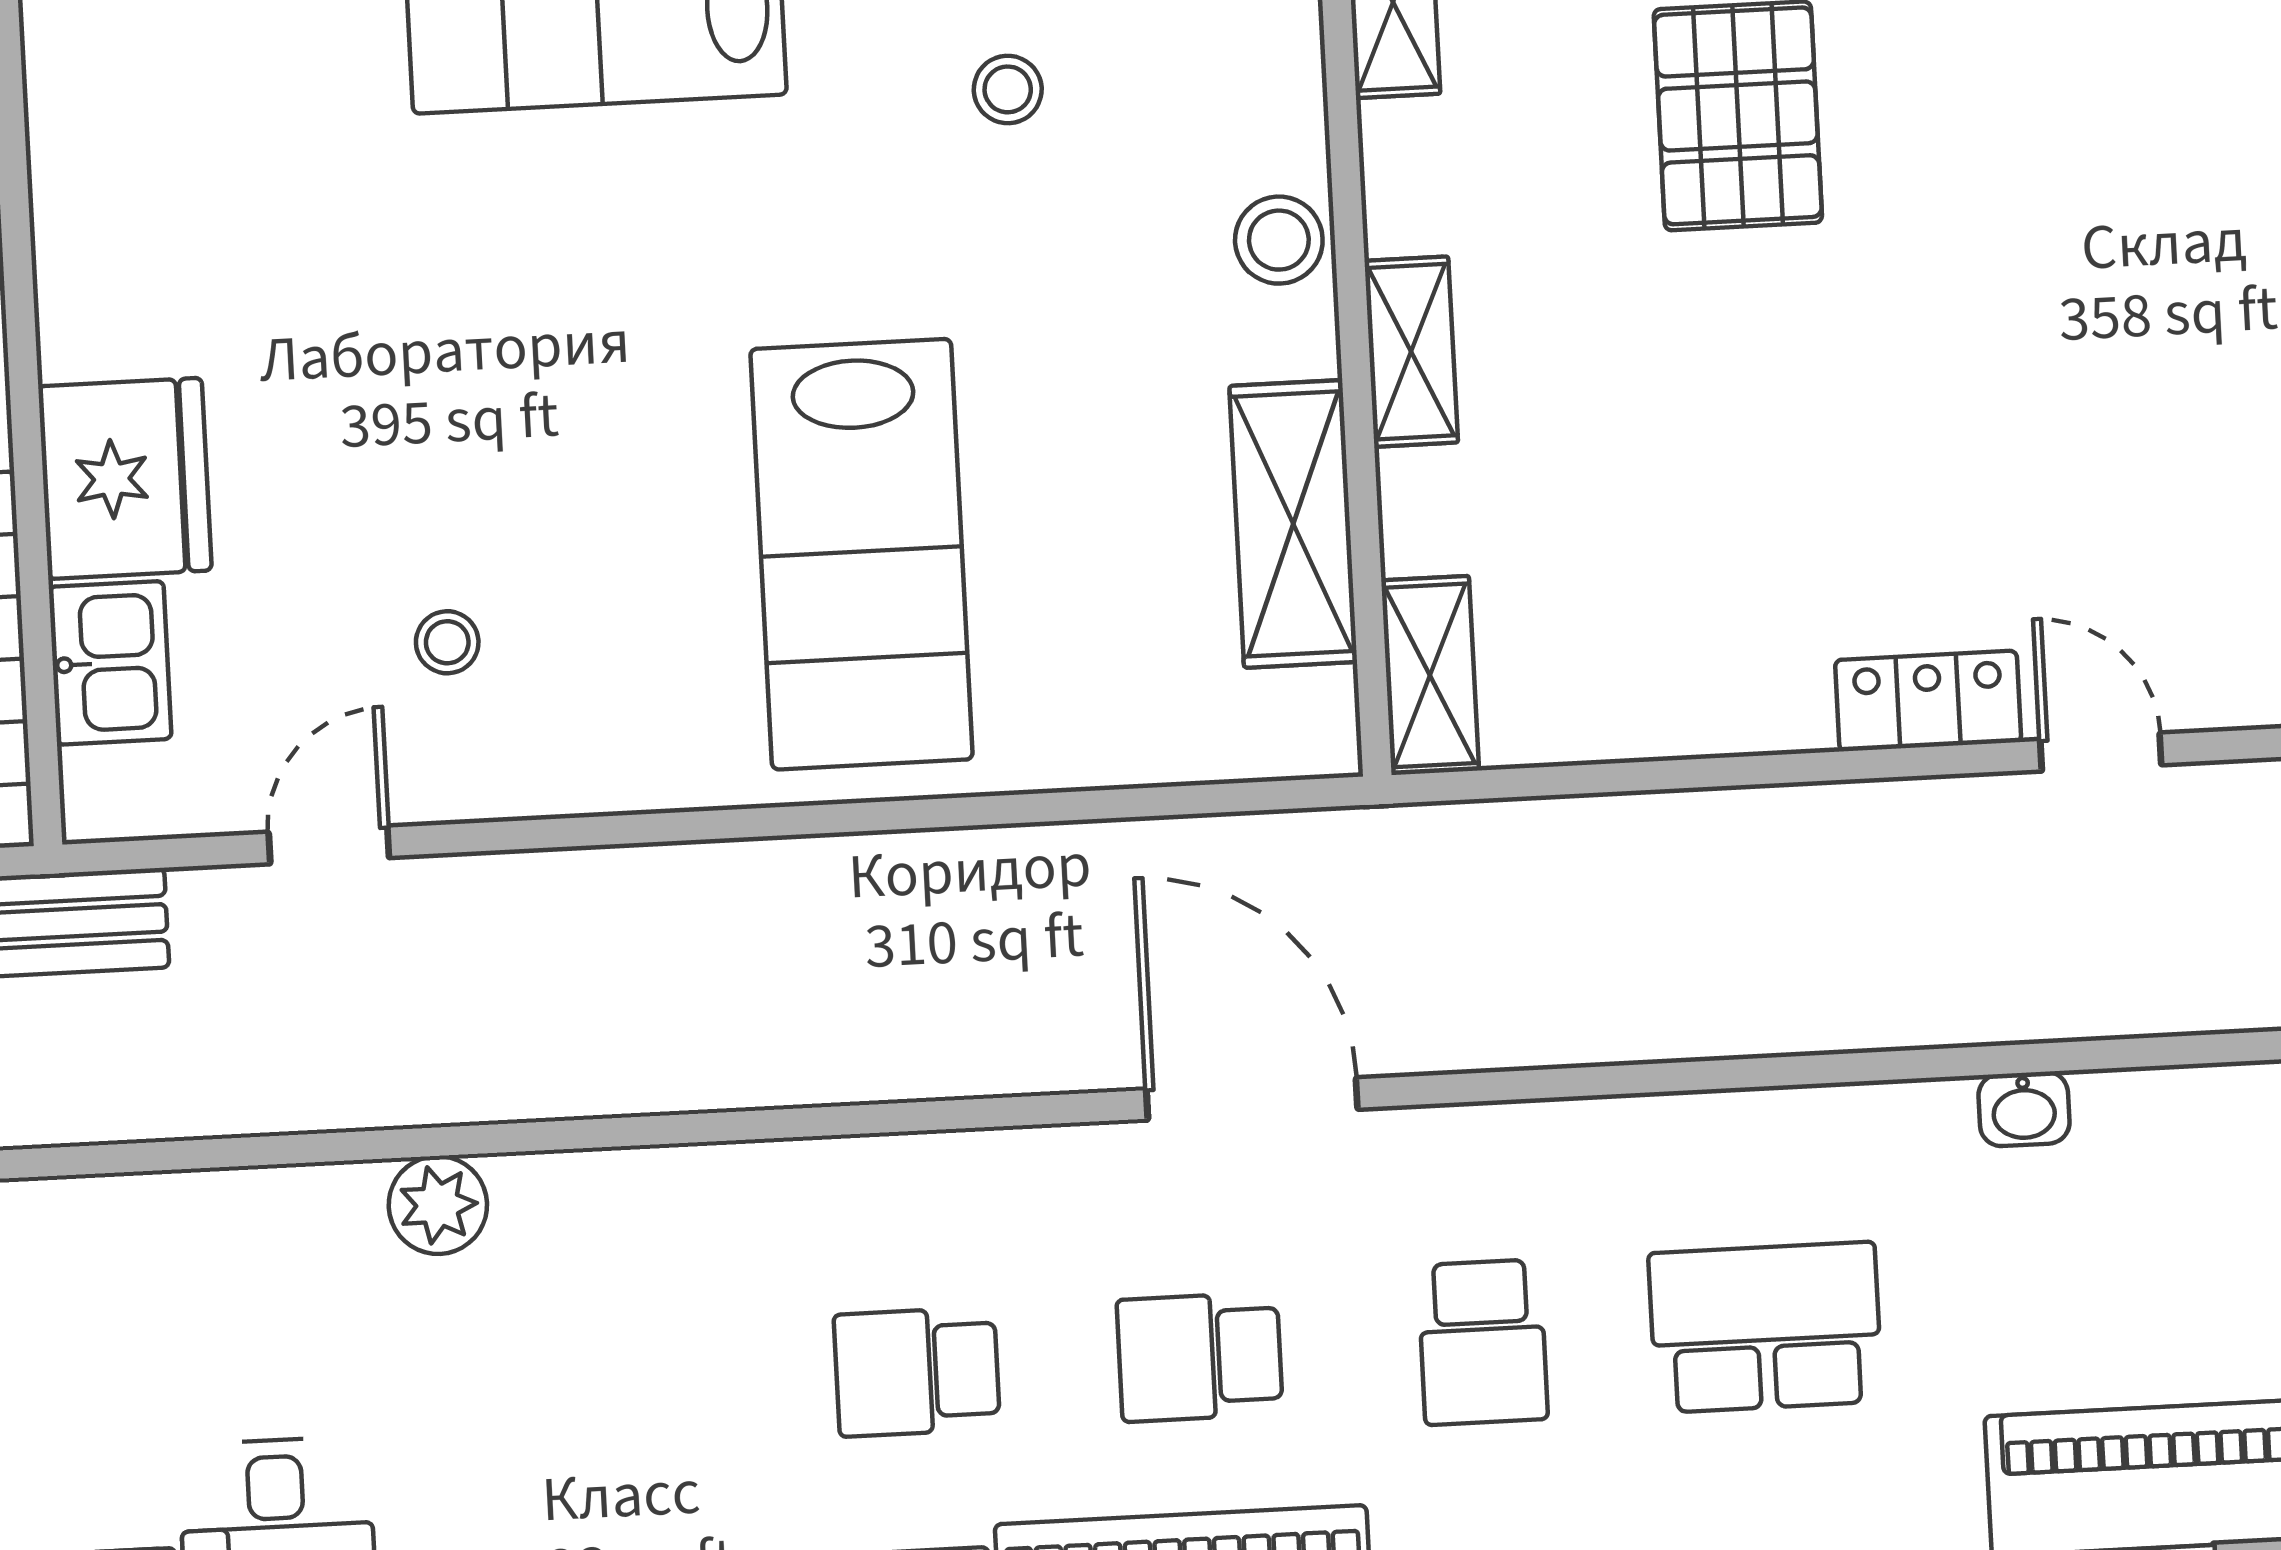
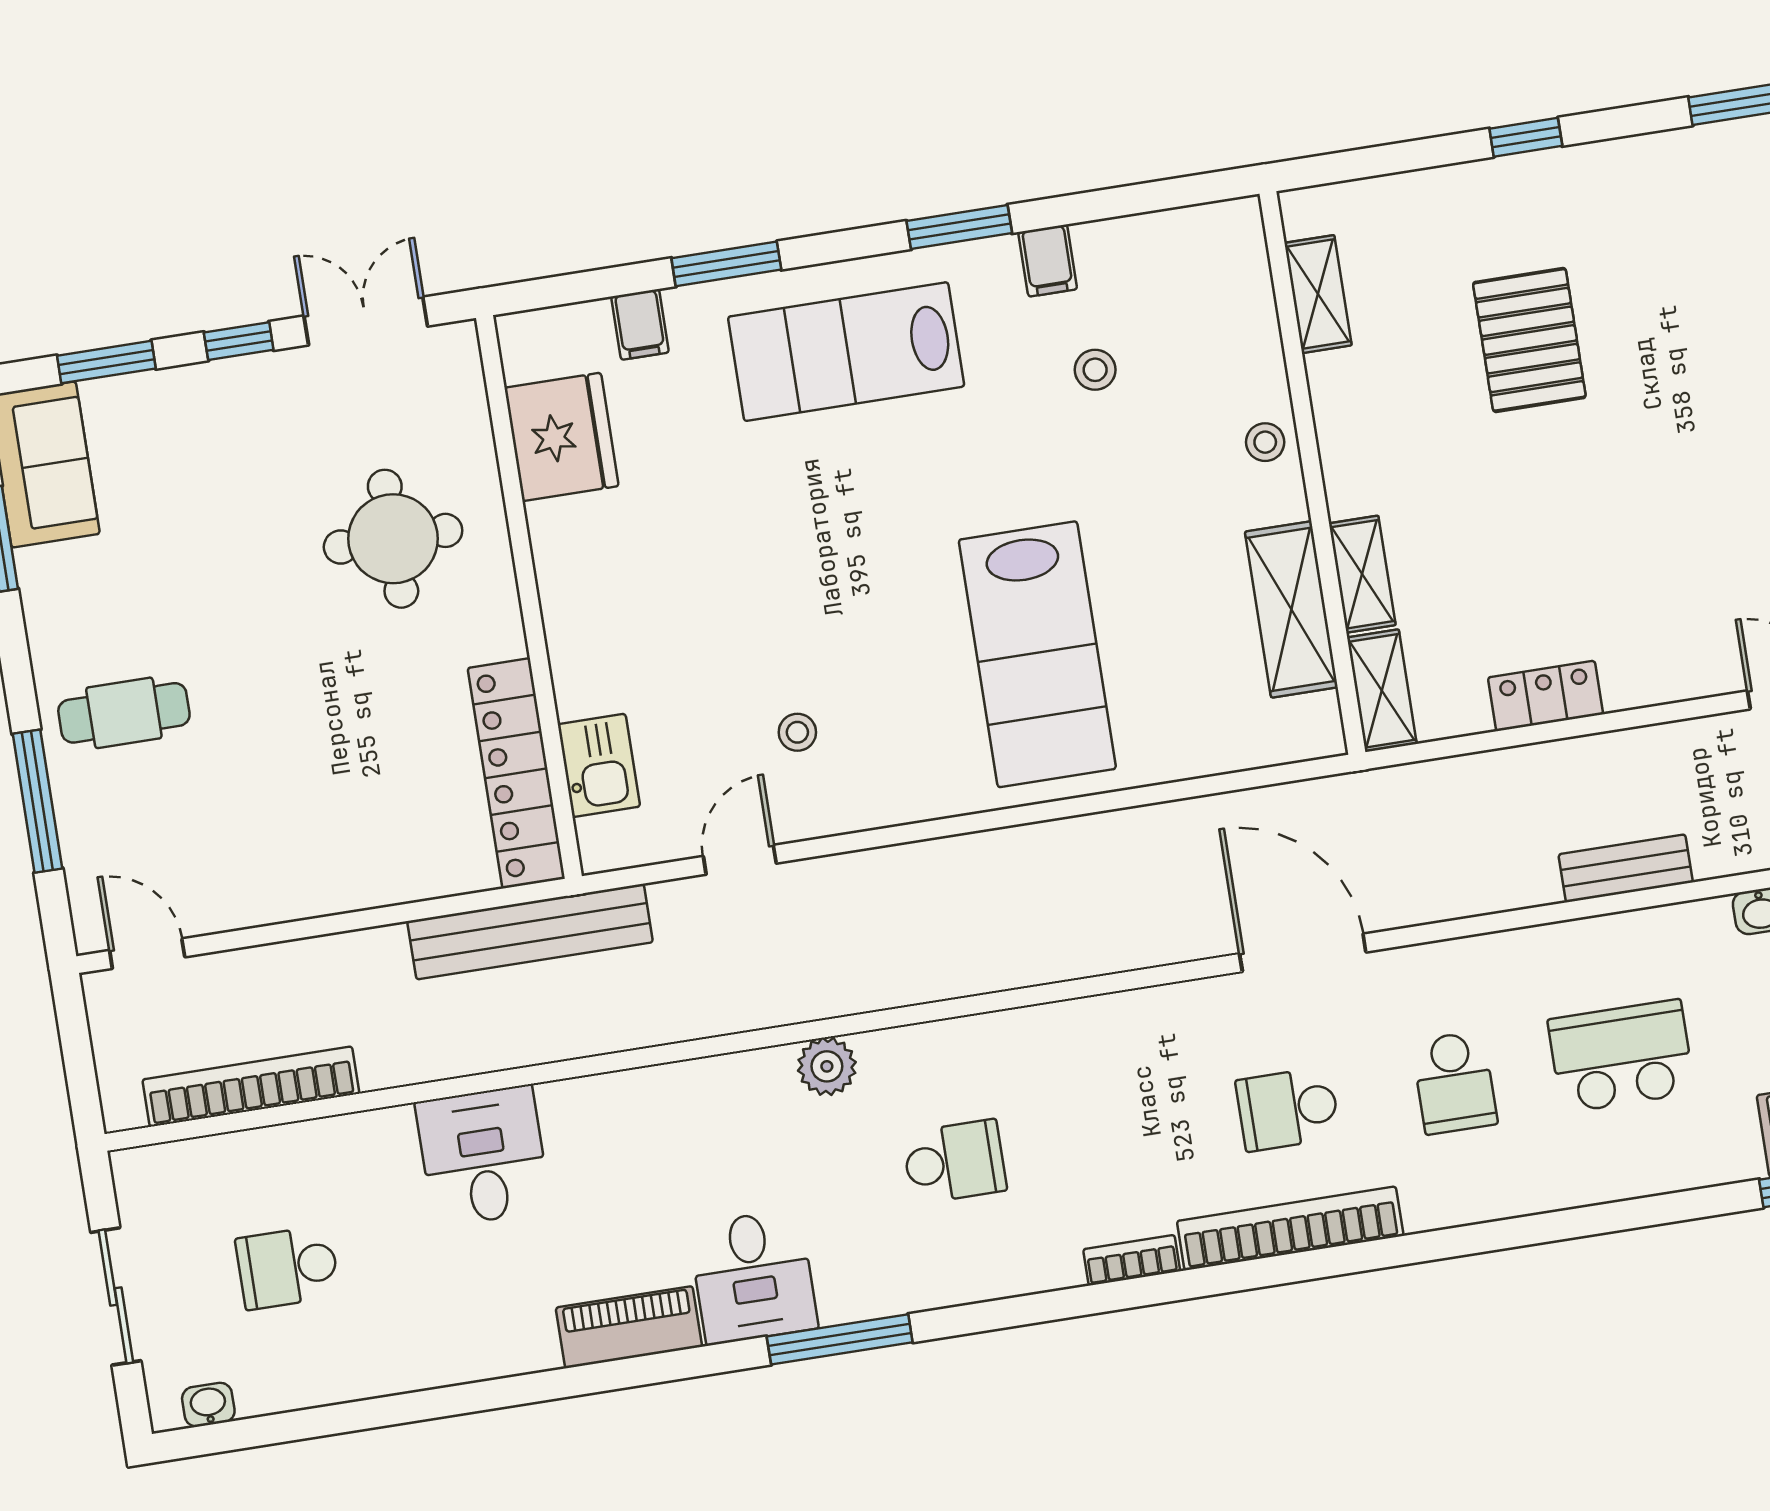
stool: (1279, 240) -> (1265, 442), width x0.73, depth x0.73
shelving: (1411, 352) -> (1362, 574), moved
fridge: (125, 478) -> (562, 437), moved
locker: (1928, 701) -> (1545, 696), moved
bench: (1806, 1015) -> (1626, 868), added
school desk: (917, 1372) -> (954, 1162), moved, turned 180

